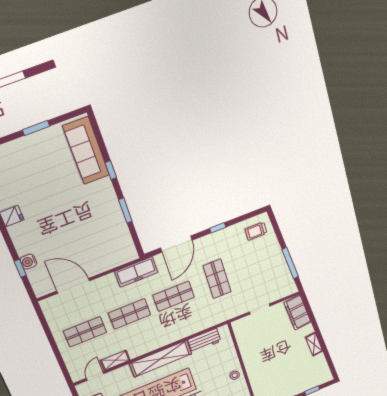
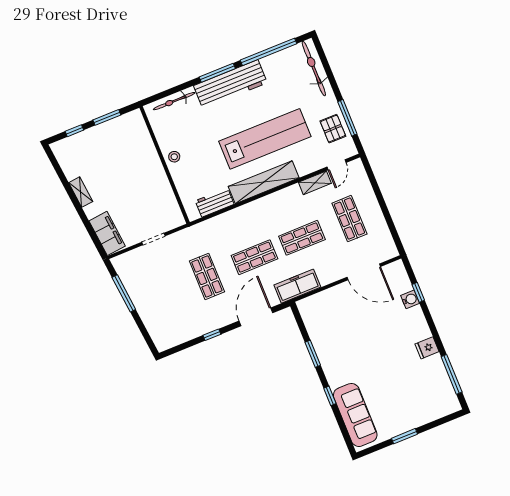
trolley: (256, 231) -> (168, 331), removed
shop shelf: (85, 332) -> (349, 219), turned 90

